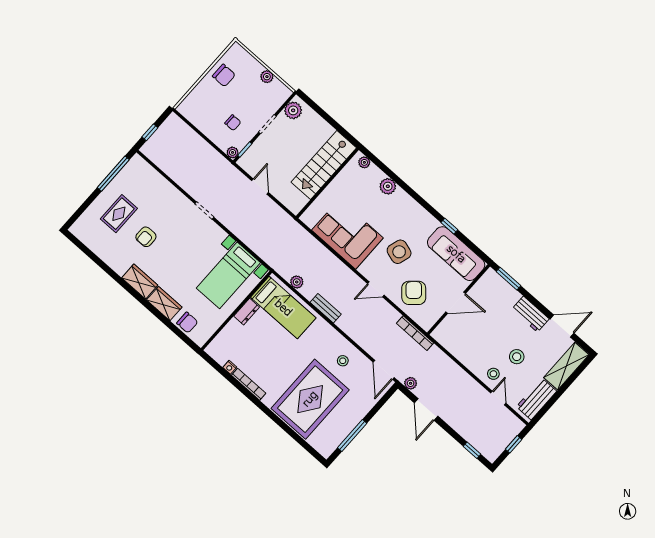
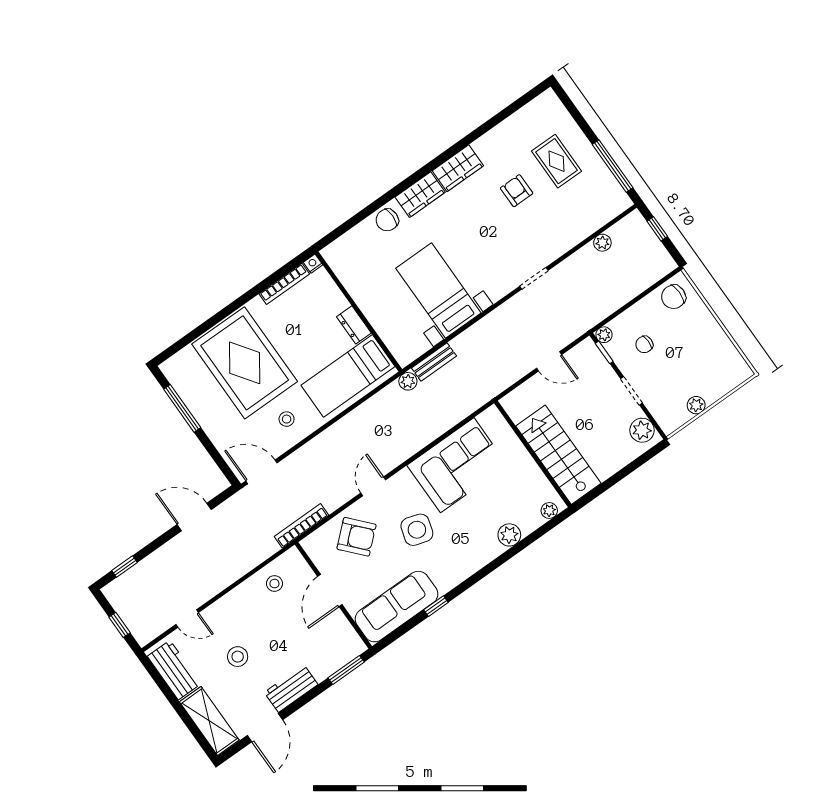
chair: (224, 75) -> (674, 297), moved
bed: (283, 308) -> (348, 376), moved
bench: (326, 308) -> (434, 362), moved
wall: (237, 311) -> (359, 312), moved
dresser: (247, 312) -> (354, 325), moved
stool: (493, 374) -> (274, 584), moved
plant: (411, 383) -> (602, 243), moved

